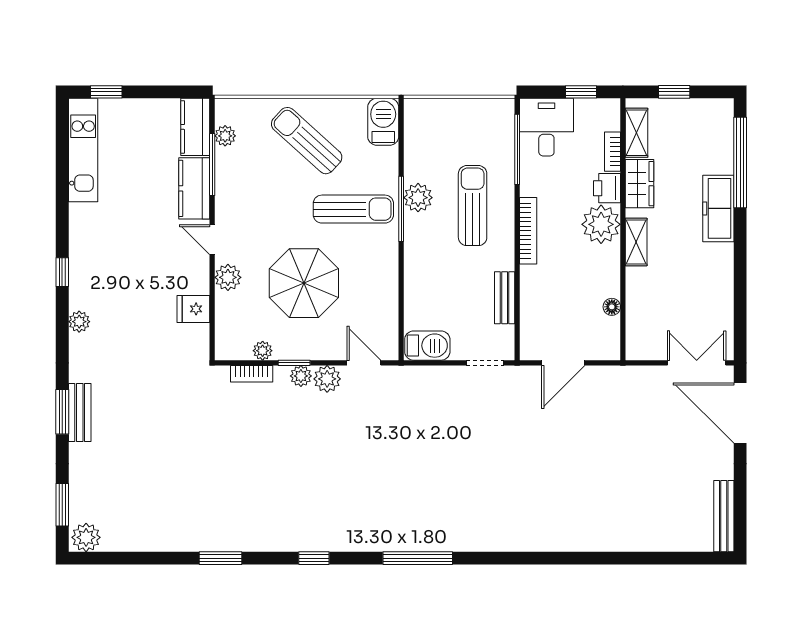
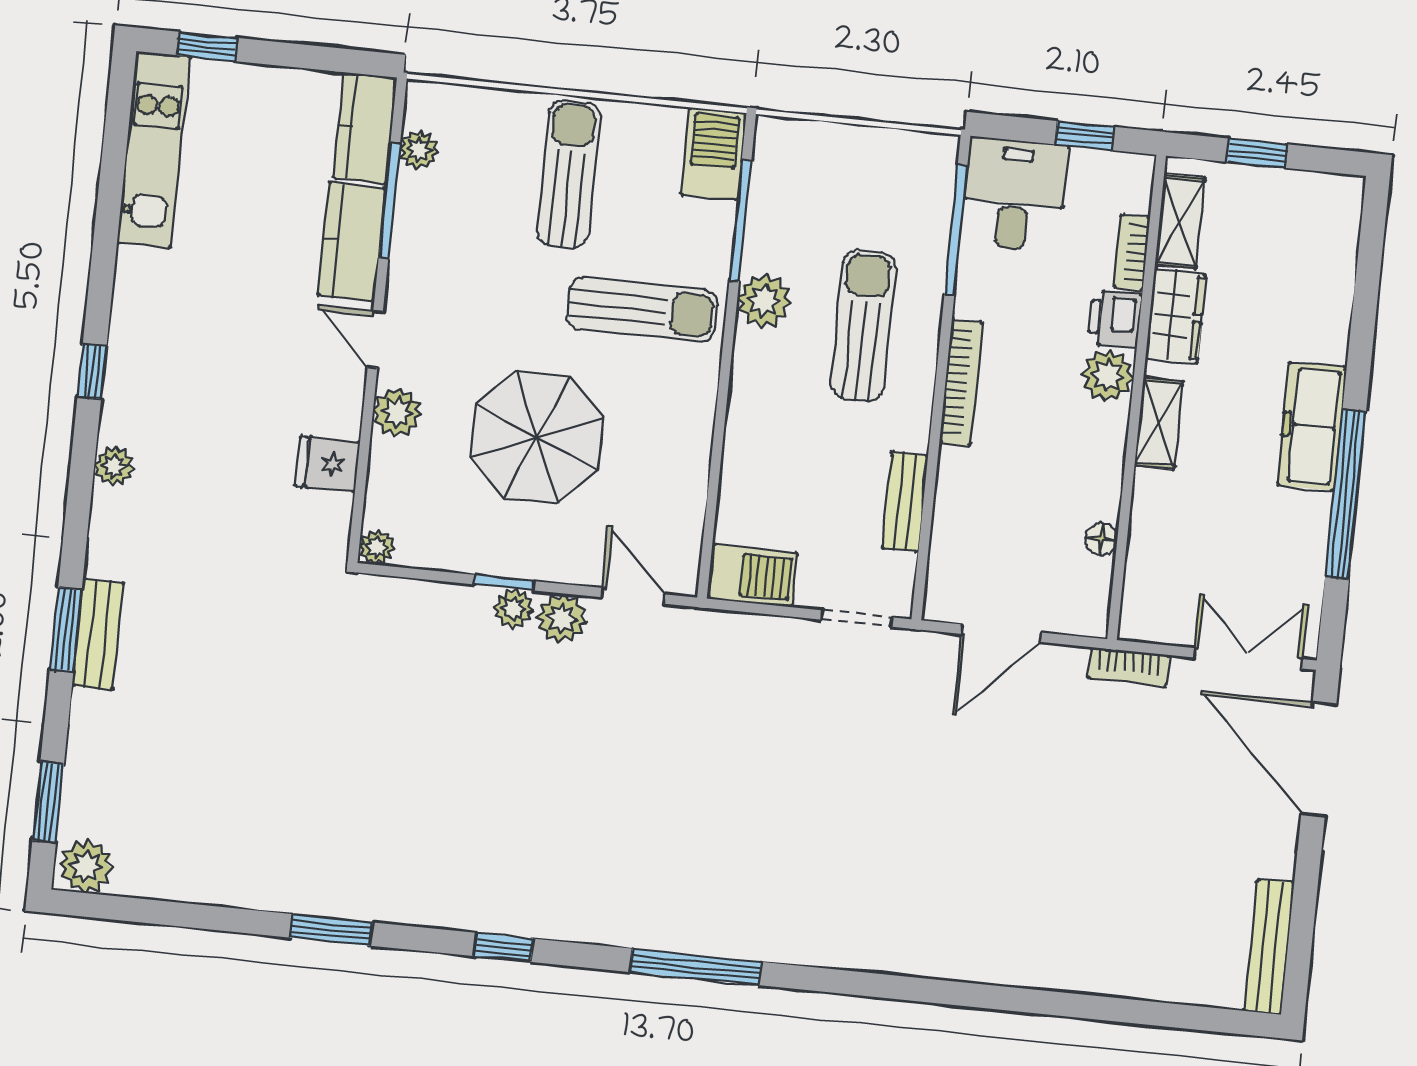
sun lounger: (307, 141) -> (569, 174), turned 48
window: (740, 162) -> (1346, 494), moved
freezer: (718, 208) -> (1312, 426), moved
window: (401, 209) -> (740, 221), moved
plant: (601, 224) -> (1108, 376), width x0.73, depth x0.73
plant: (263, 351) -> (377, 547), moved
bookcase: (252, 374) -> (1129, 667), moved

